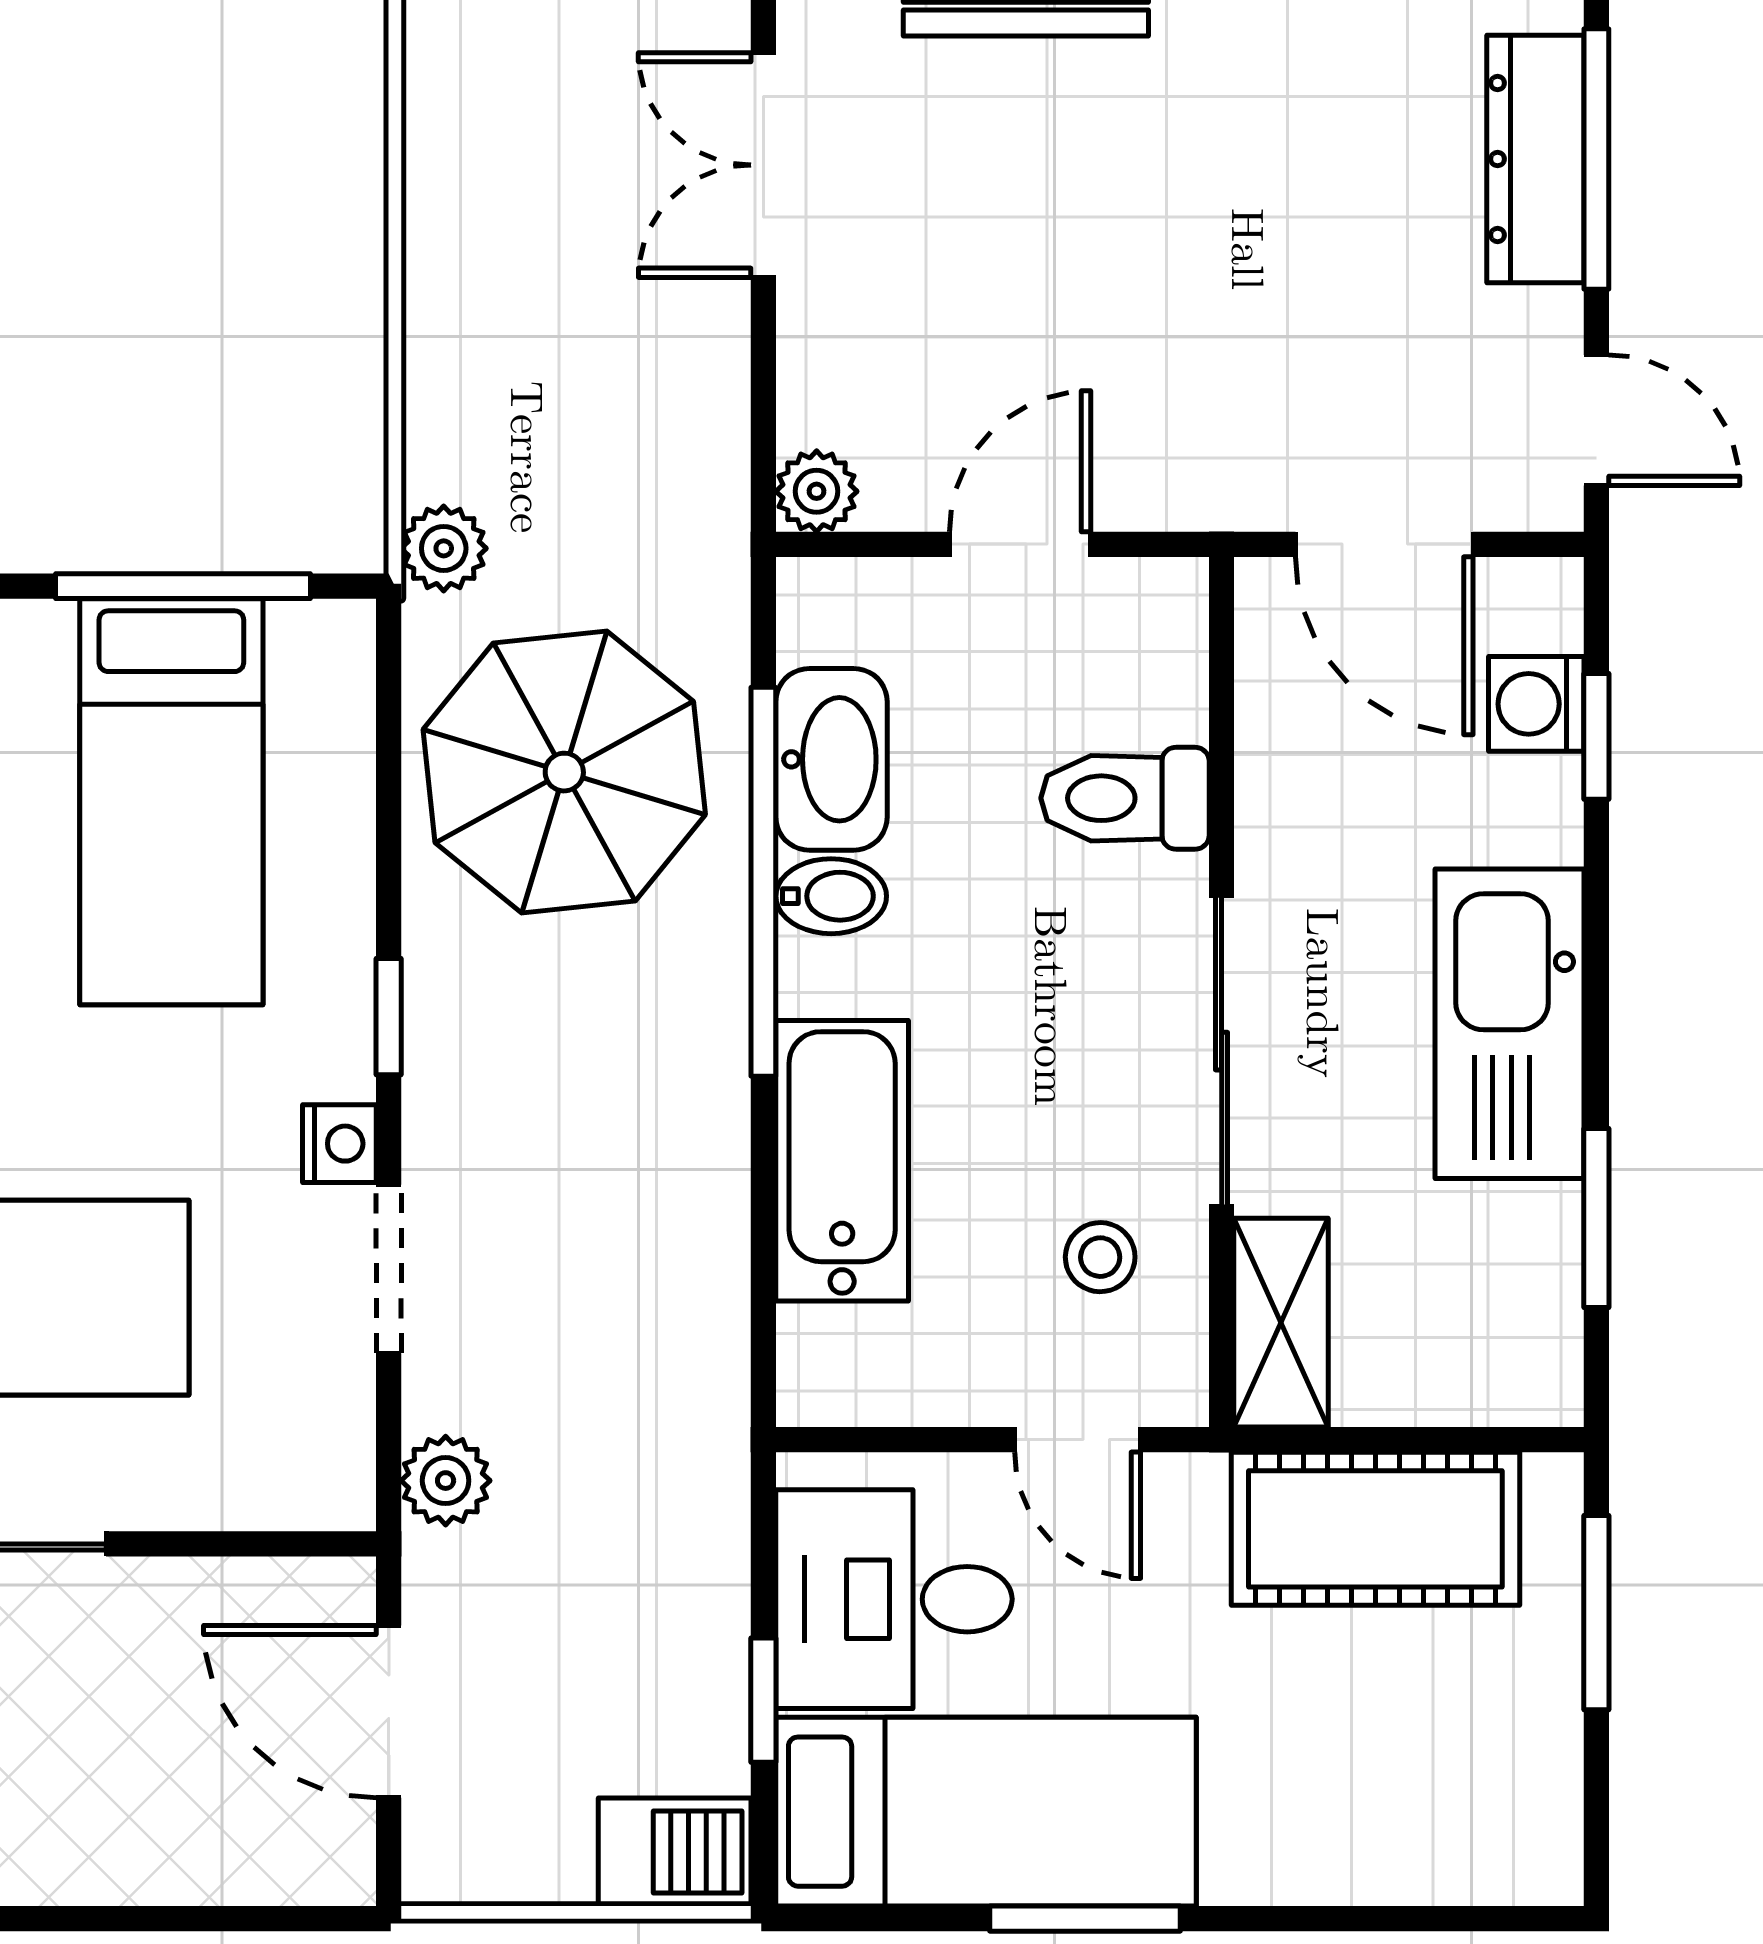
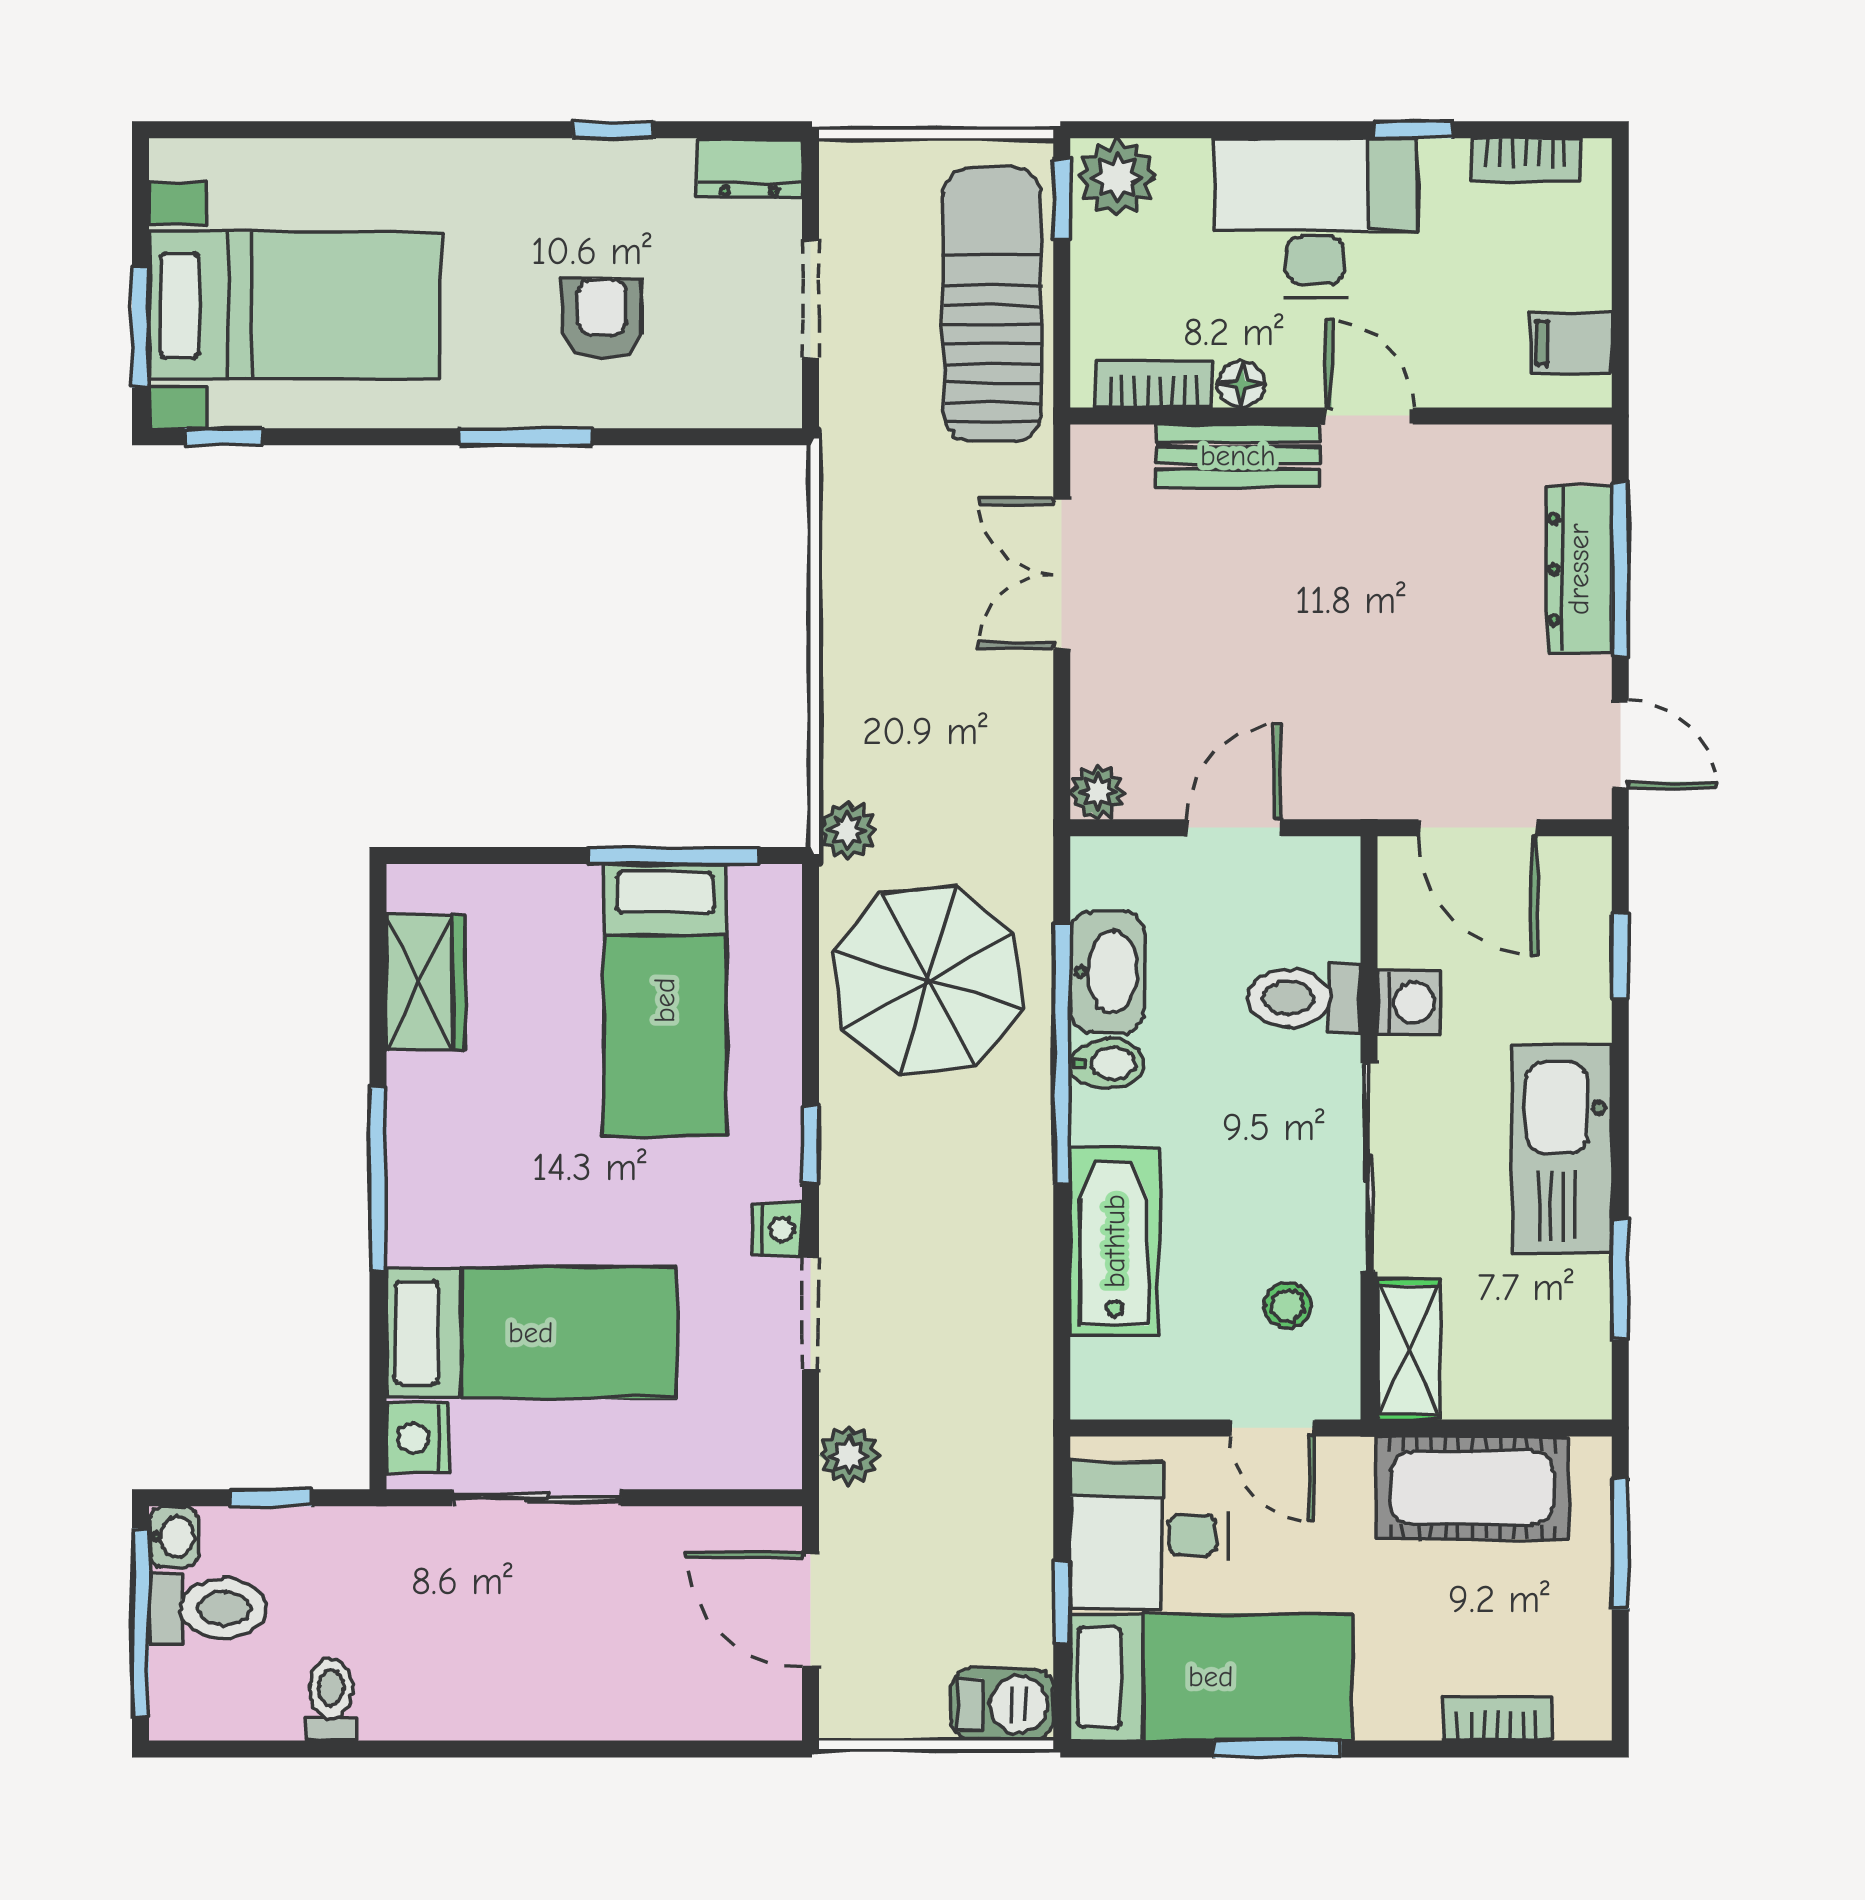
washing machine: (1536, 704) -> (1409, 1002), moved, turned 180
bookcase: (1413, 1874) -> (1497, 1719), added

